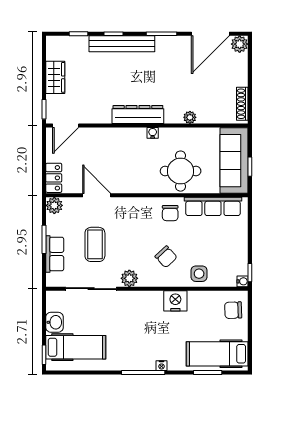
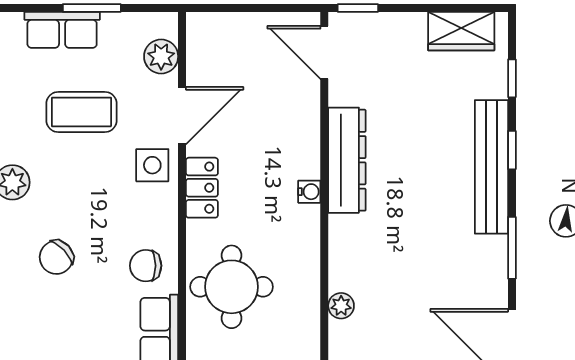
wardrobe: (55, 77) -> (461, 31), moved
dresser: (138, 114) -> (347, 160), moved
water cooler: (153, 133) -> (309, 192), moved
locker: (54, 178) -> (202, 188), moved, turned -90
plant: (54, 205) -> (161, 56), moved
side table: (199, 274) -> (152, 165), moved

